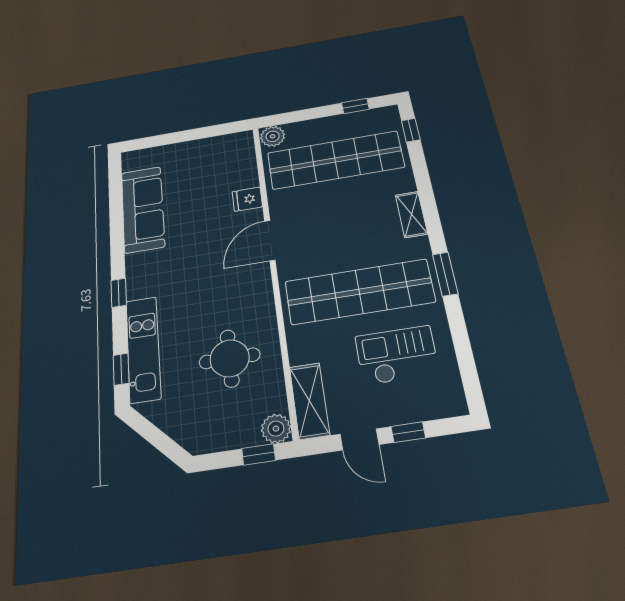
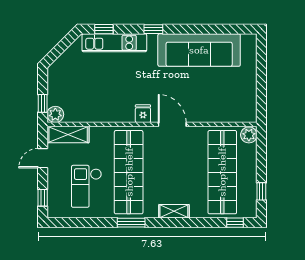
fridge: (247, 199) -> (143, 114), moved
sofa: (143, 209) -> (199, 50), width x1.36, depth x1.27
checkout: (397, 355) -> (86, 186), turned 180
round table: (230, 358) -> (100, 93), removed
window: (408, 432) -> (43, 198), moved

